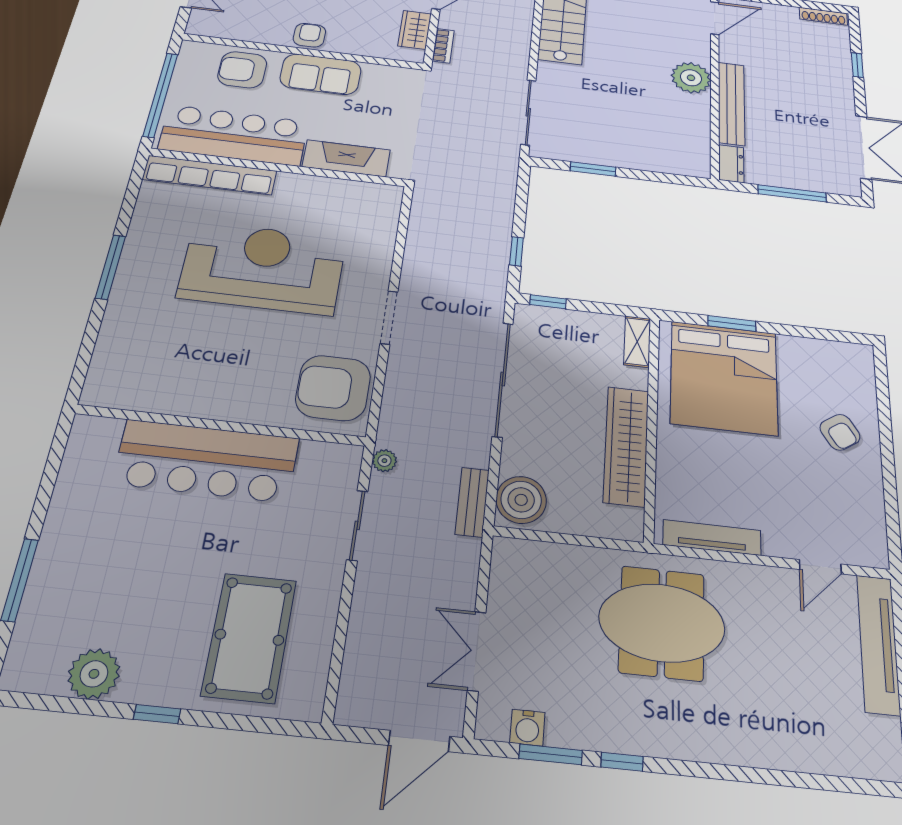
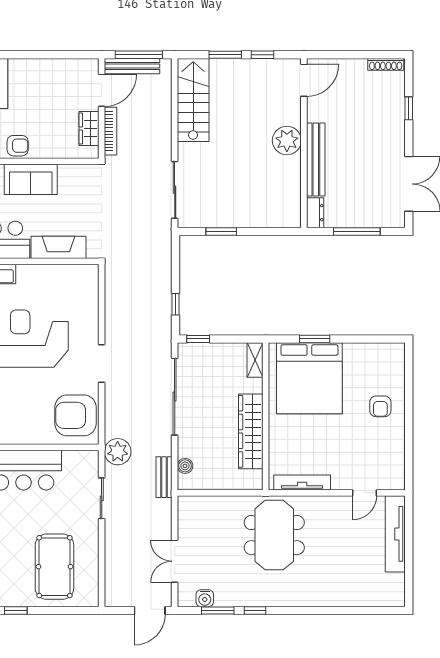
armchair: (309, 35) -> (18, 146), turned 90
bookcase: (443, 46) -> (111, 131), width x1.56
armchair: (840, 432) -> (380, 406), turned 33
plant: (384, 461) -> (118, 452), width x1.88, depth x1.88
boiler: (521, 500) -> (185, 466), width x0.54, depth x0.54
meeting table: (662, 623) -> (274, 535), turned 90

